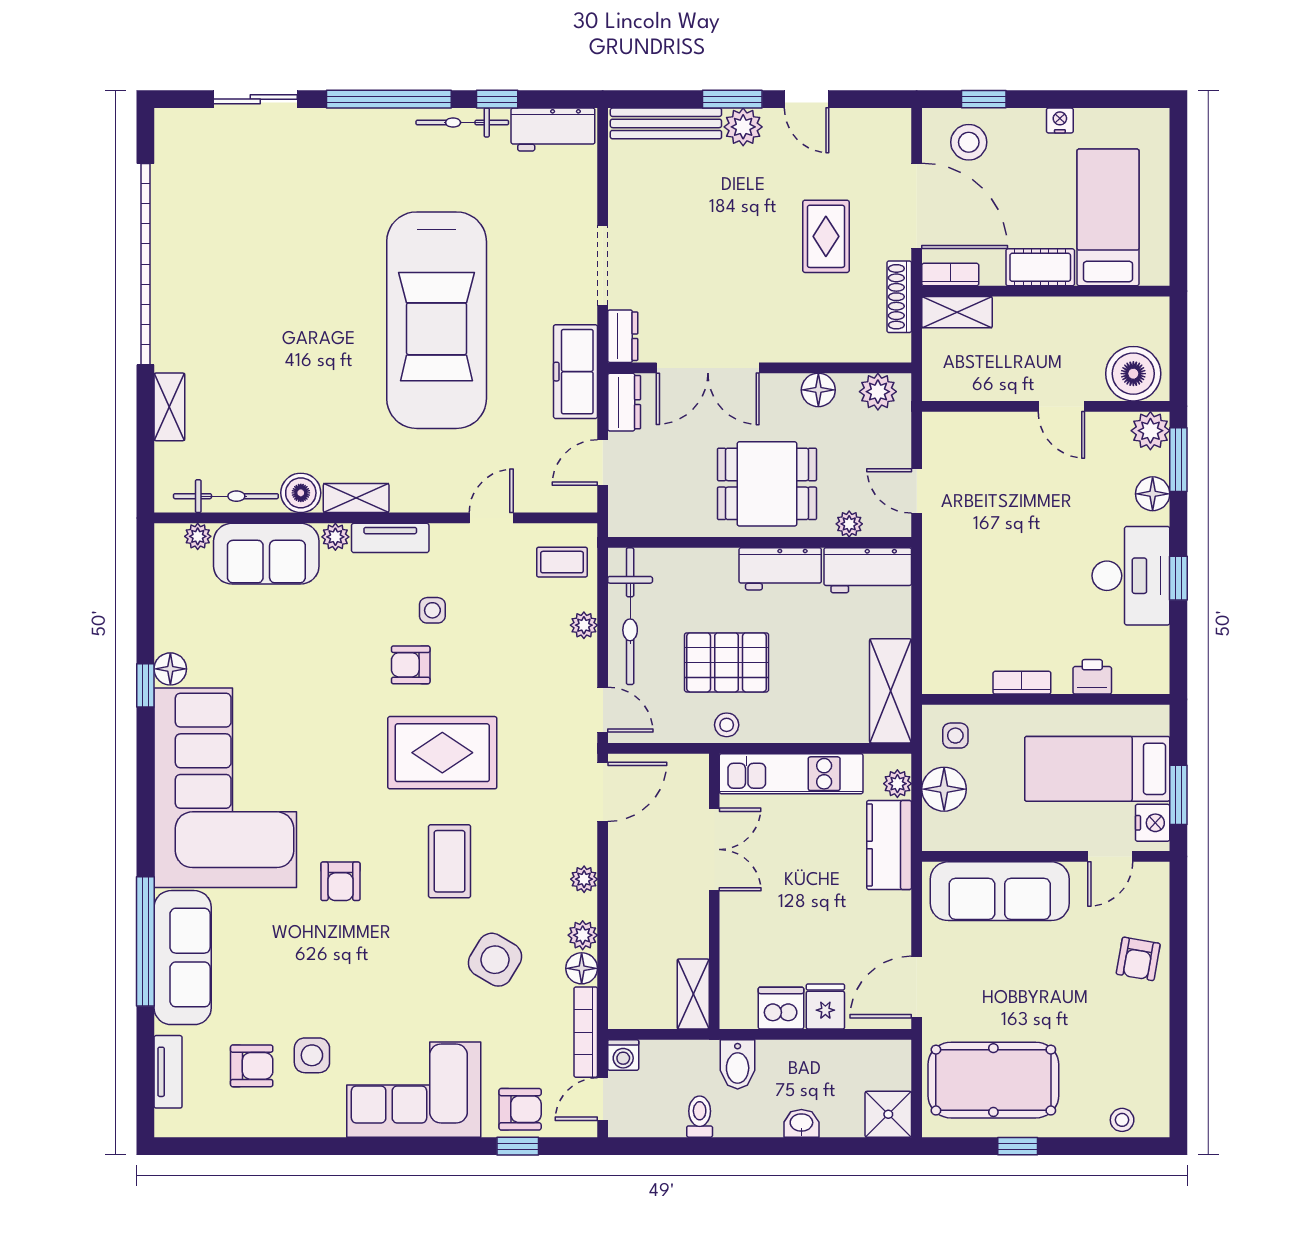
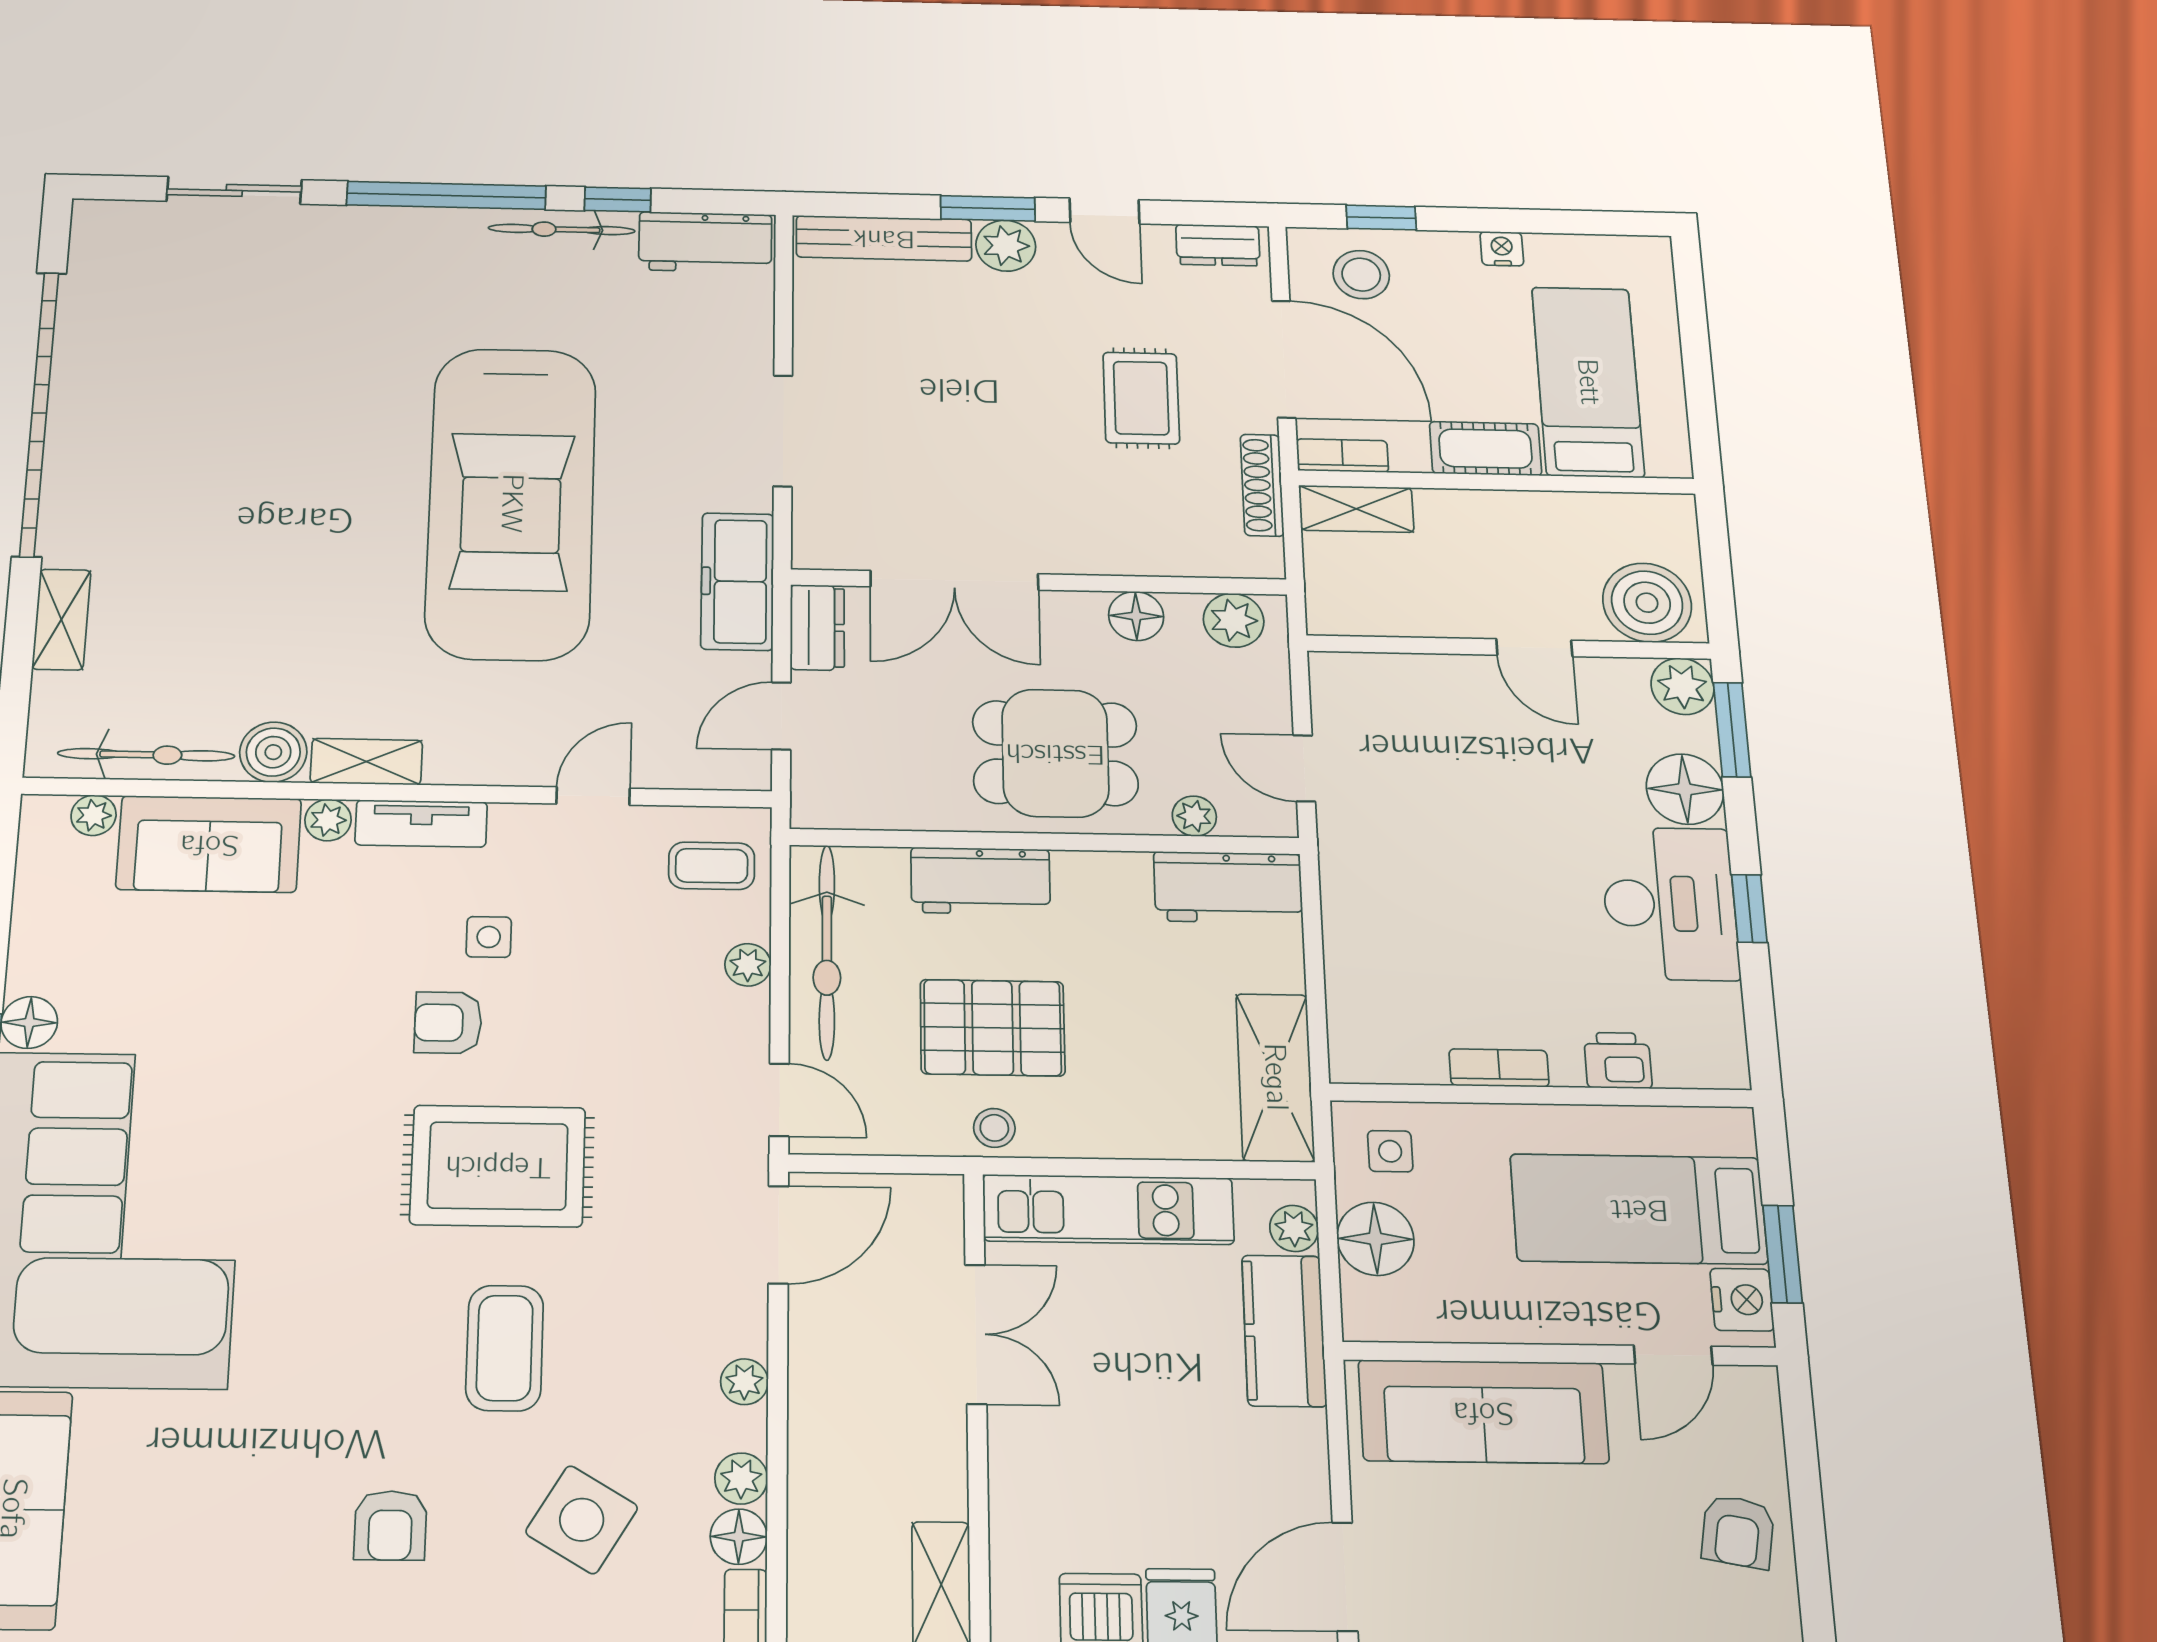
dresser: (623, 336) -> (1218, 245), moved, turned 90
floor lamp: (1153, 494) -> (1685, 789), width x1.38, depth x1.38
workbench: (780, 569) -> (981, 881), moved
armchair: (340, 881) -> (390, 1526), moved

